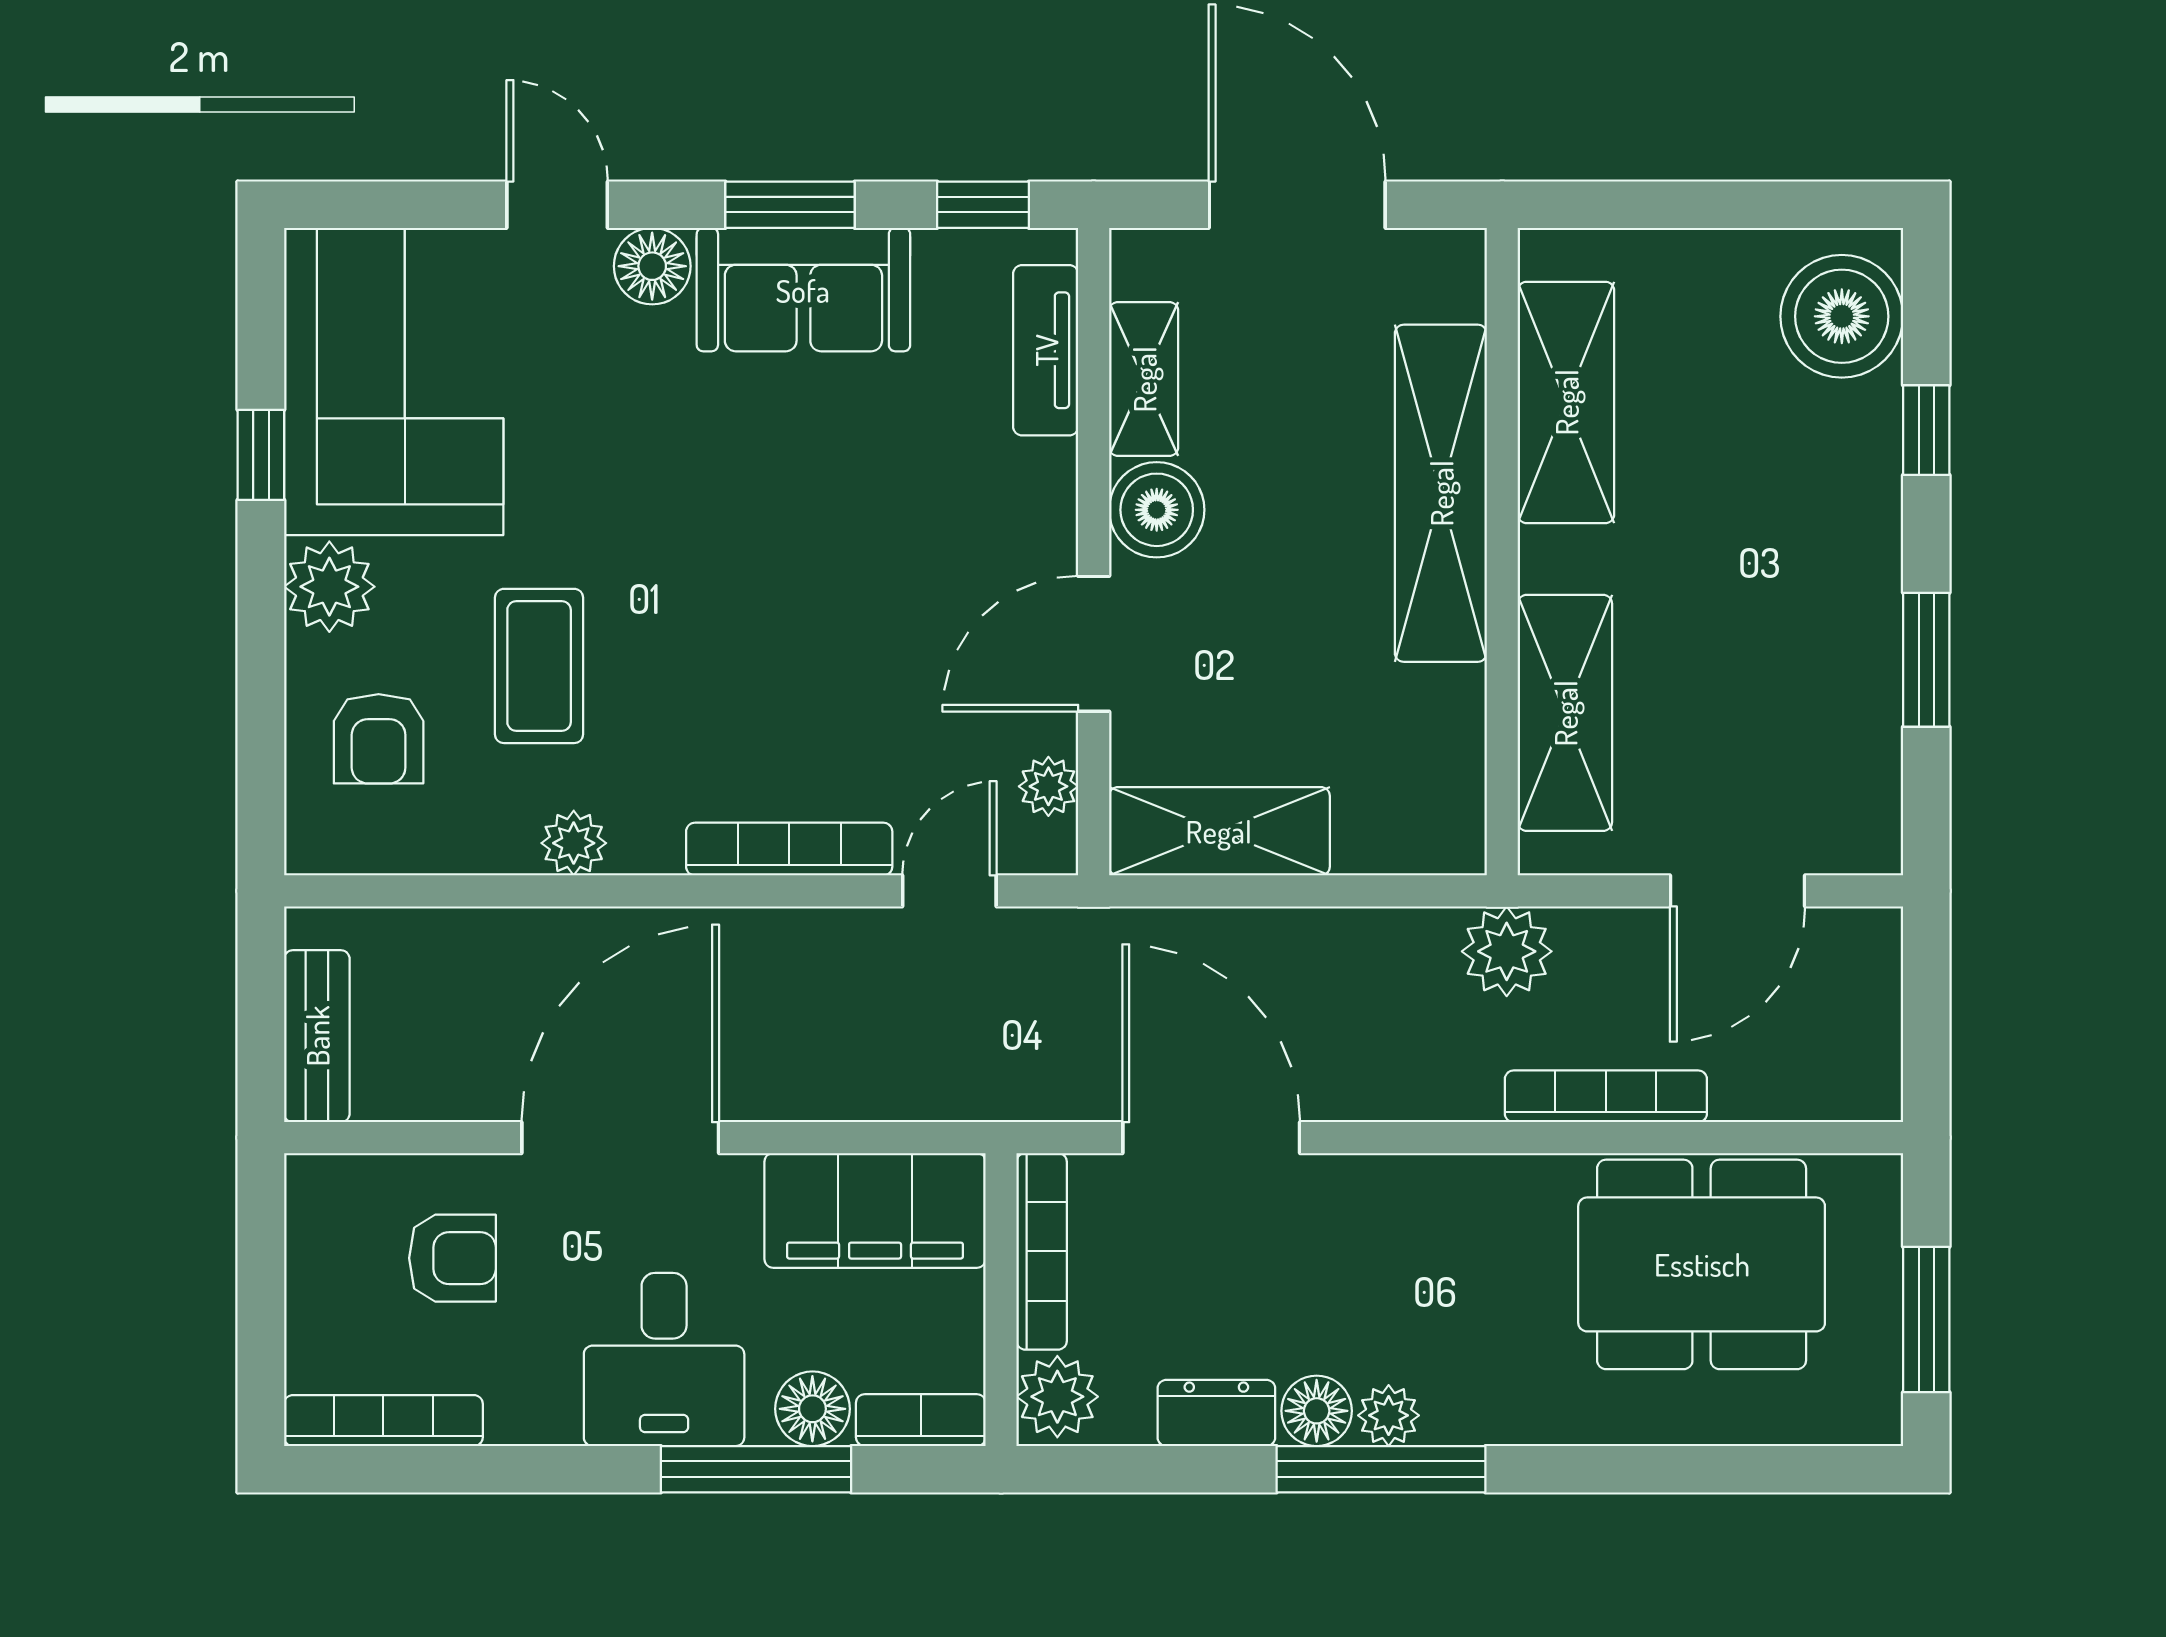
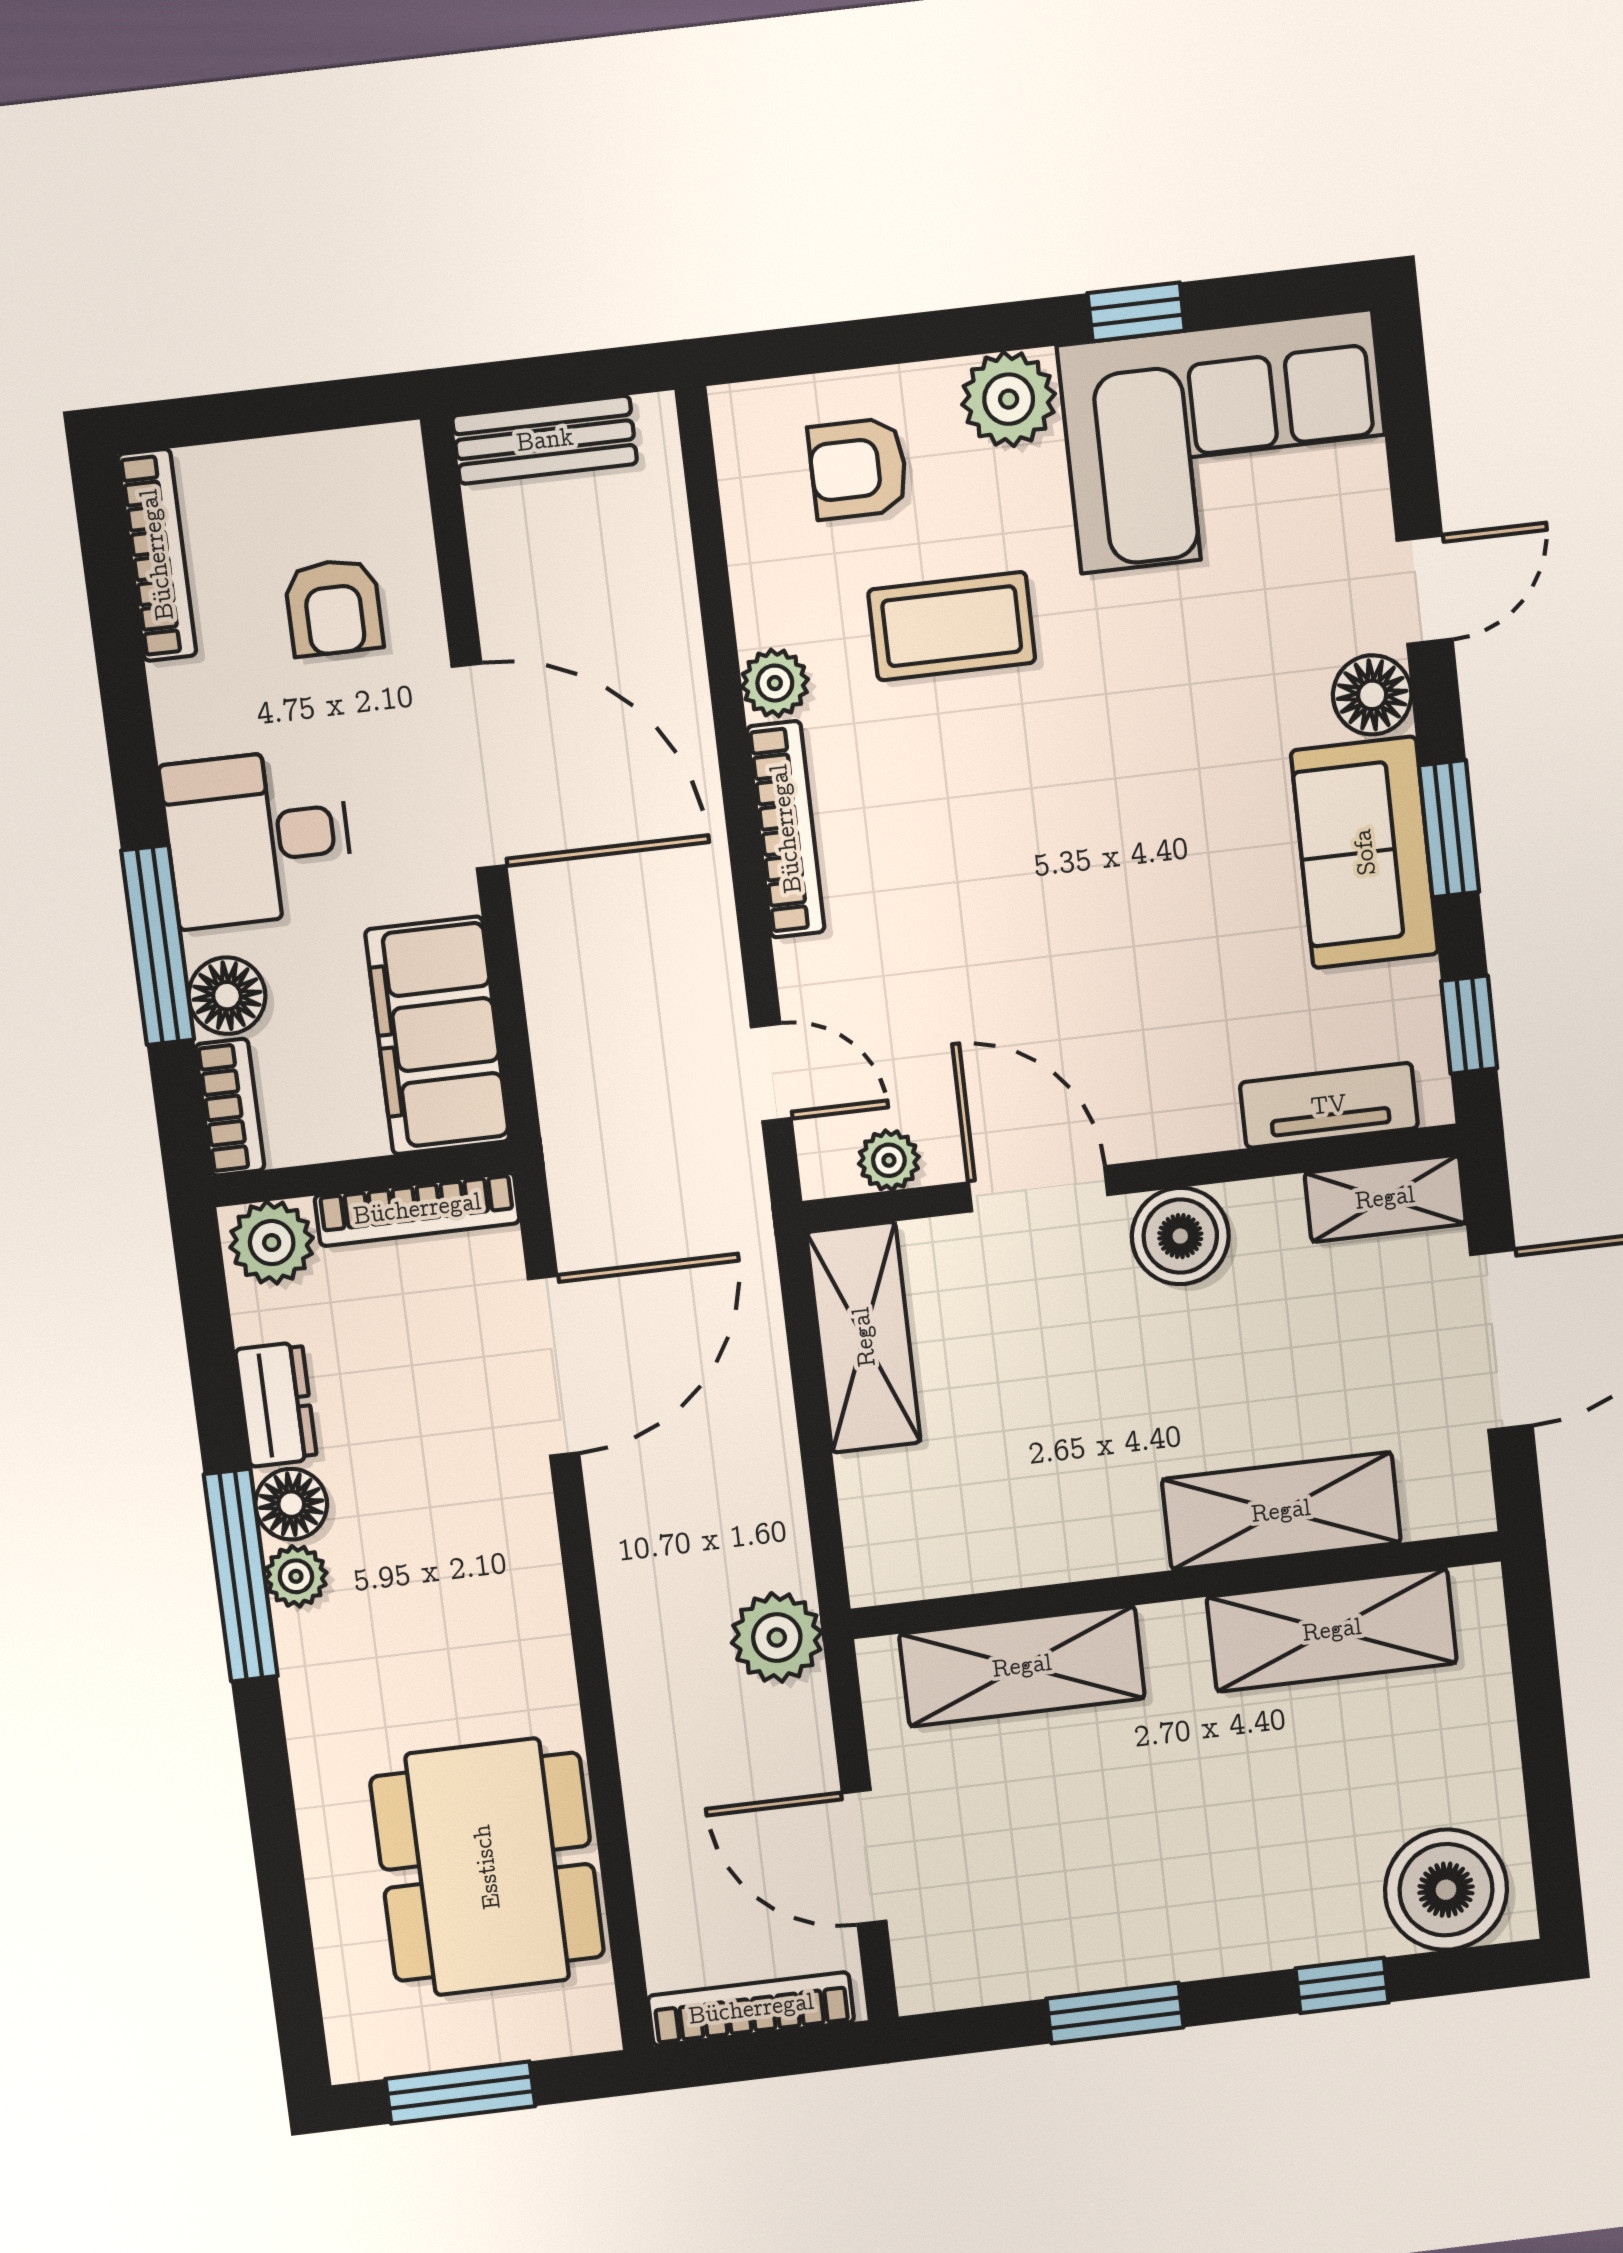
shelving: (1144, 379) -> (1385, 1198), moved
shelving: (1441, 493) -> (1281, 1511), width x0.68
bookcase: (789, 849) -> (786, 829), moved
bookcase: (1606, 1096) -> (751, 2009), moved, turned -90

